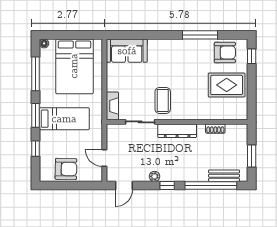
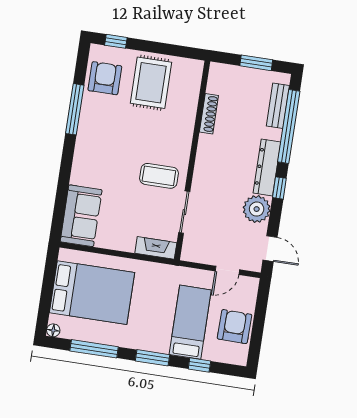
bed: (64, 119) -> (190, 322), moved
shoe rack: (215, 129) -> (209, 114), width x1.43
dresser: (177, 131) -> (267, 167), moved, turned 180
plant: (155, 176) -> (257, 209), width x1.87, depth x1.87

